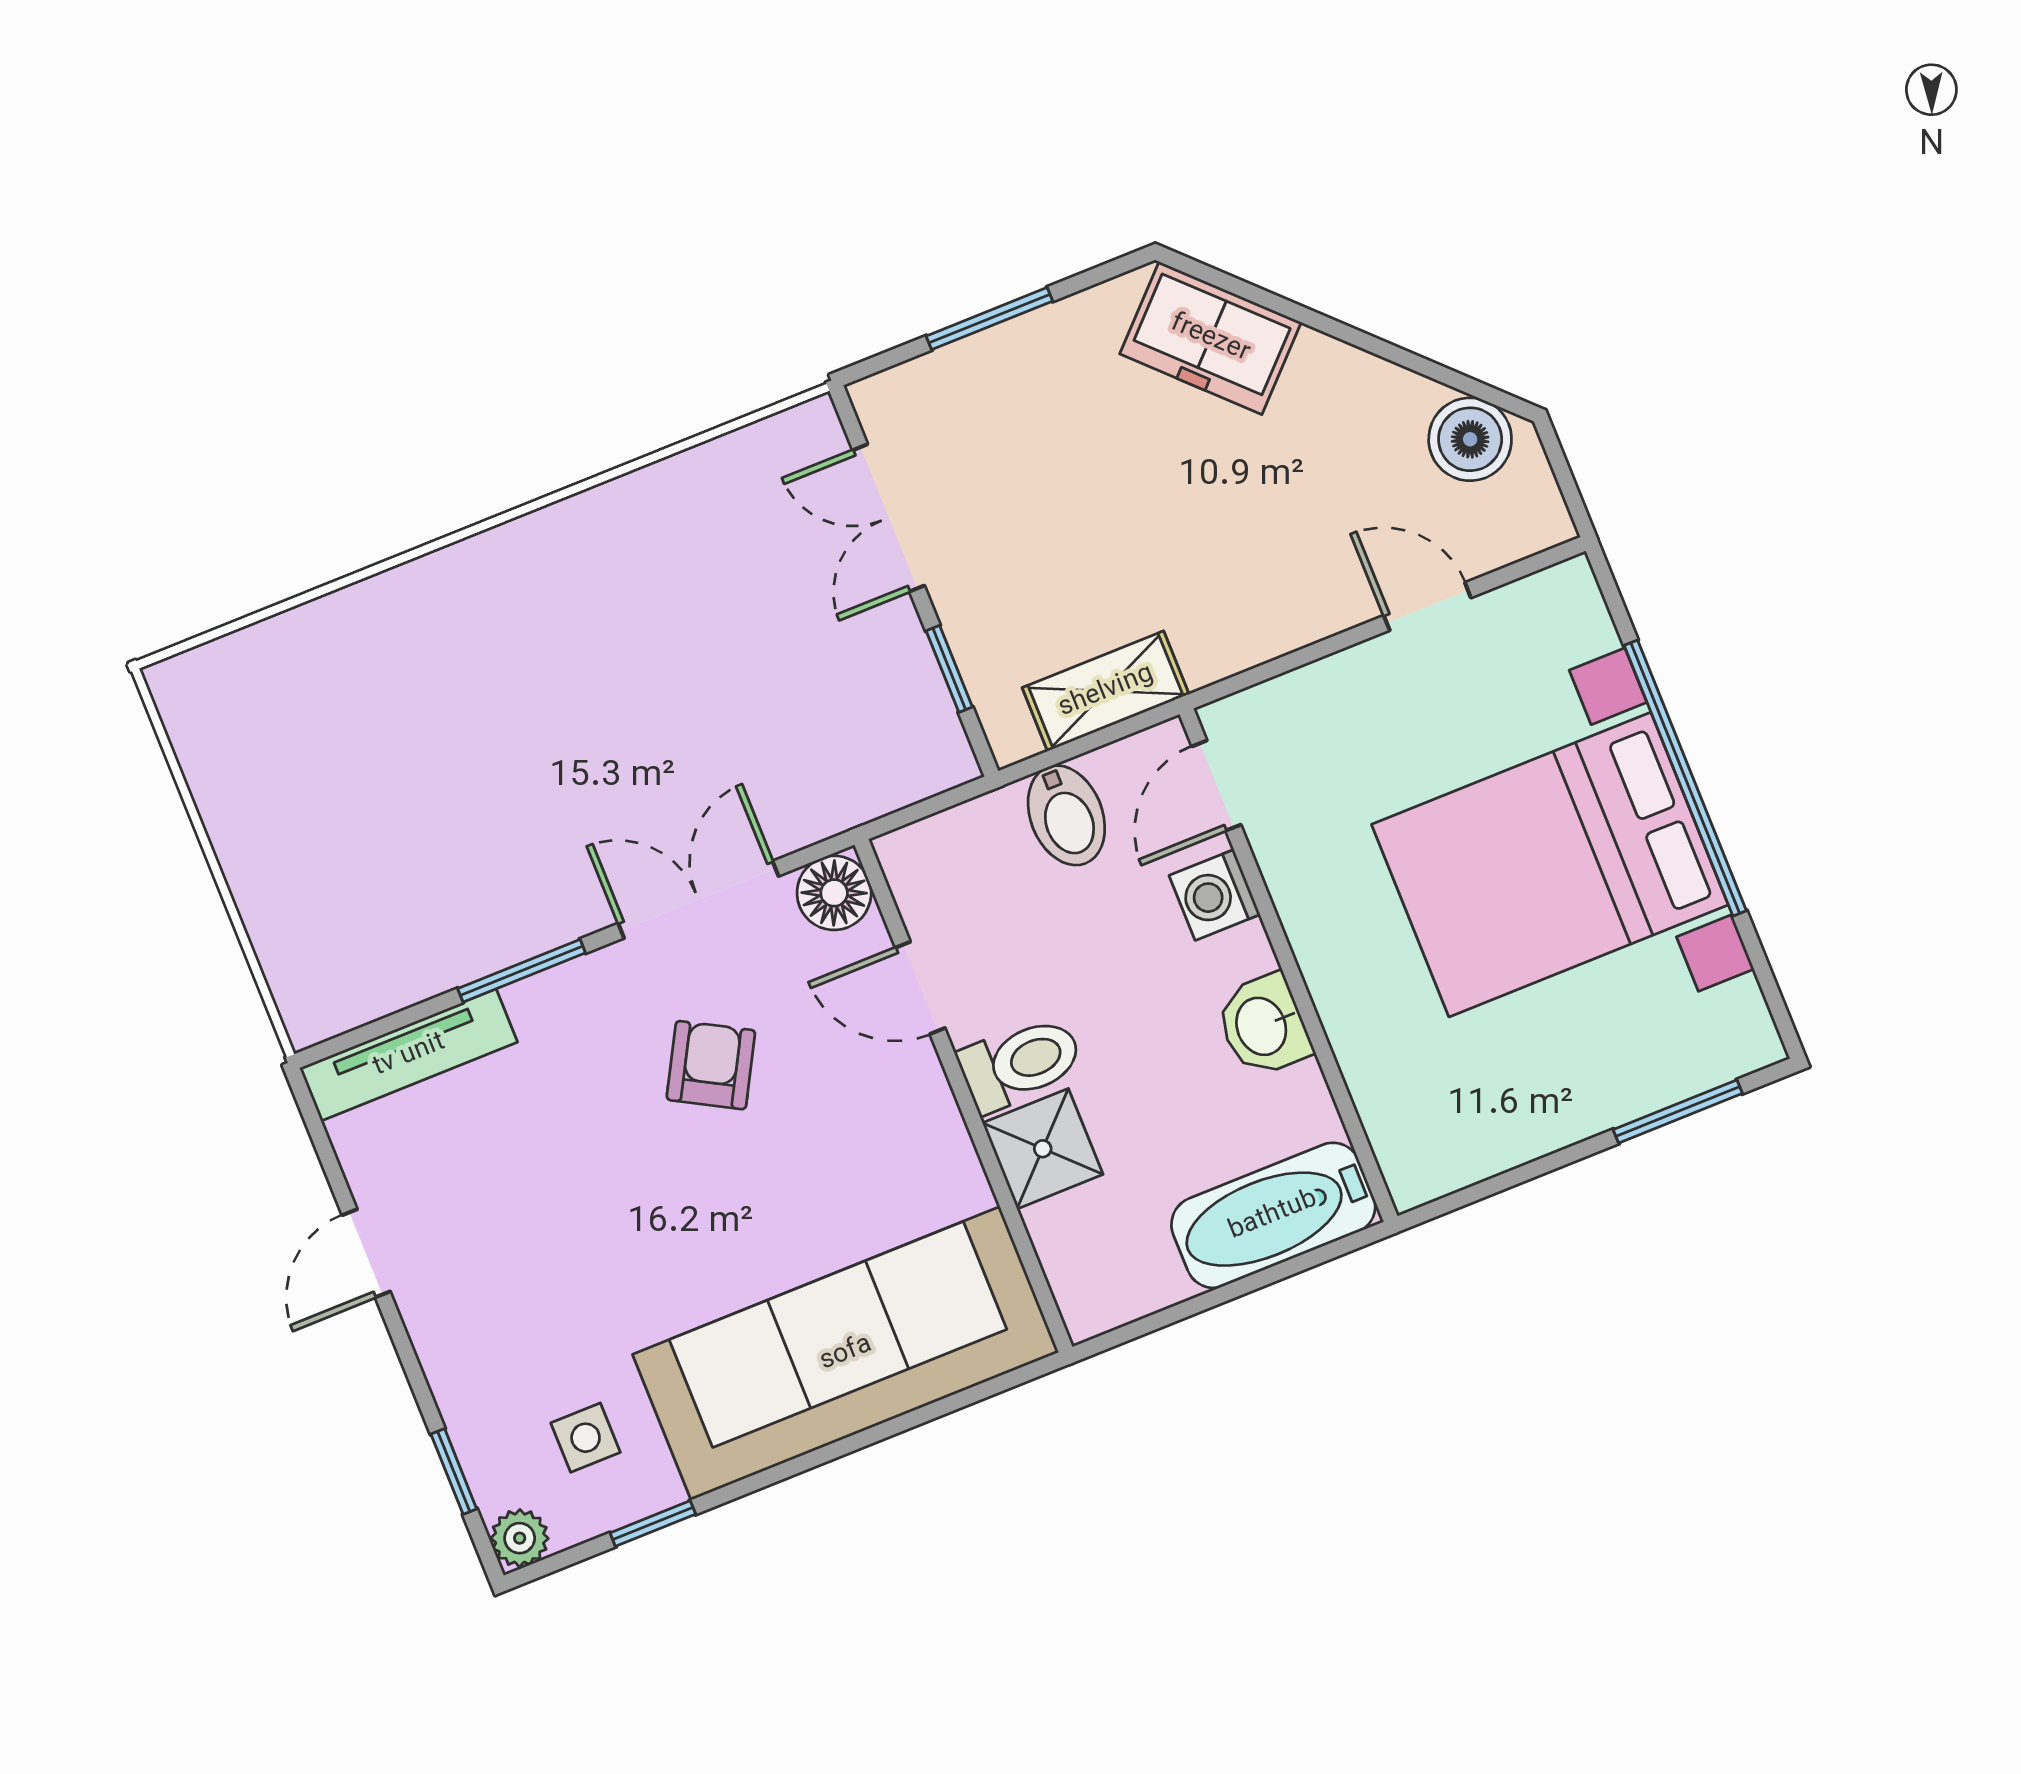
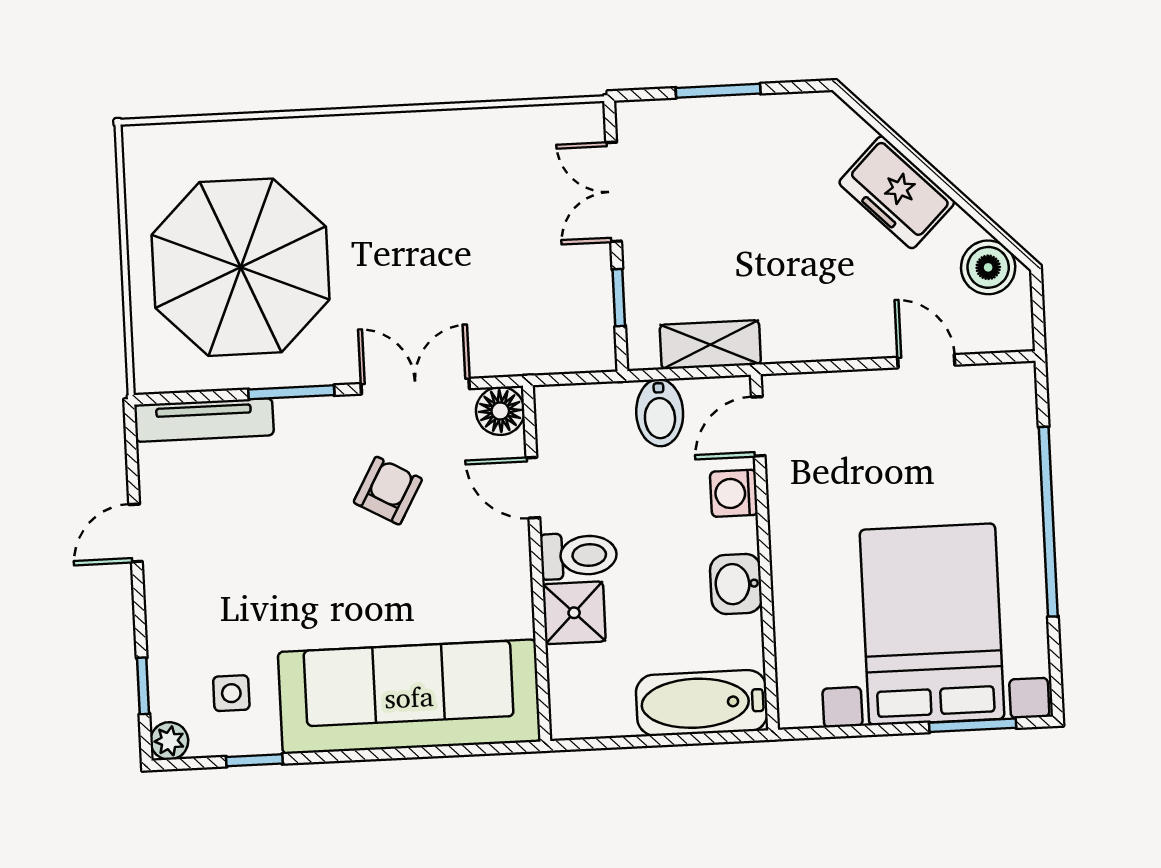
freezer: (1210, 338) -> (897, 192), moved
parasol: (385, 815) -> (241, 267), added
bed with nightstands: (1550, 865) -> (932, 624), moved, turned 90

